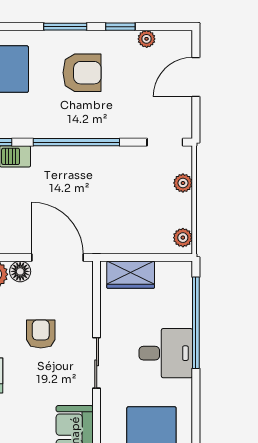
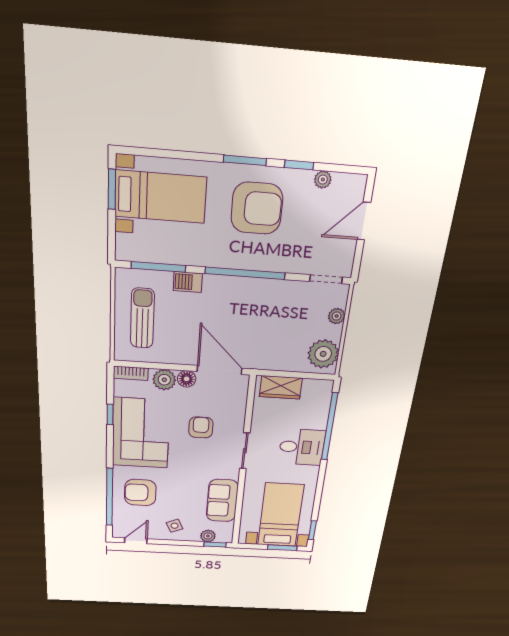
armchair: (82, 73) -> (257, 208), width x1.36, depth x1.36
plant: (183, 238) -> (323, 354), width x1.88, depth x1.88

